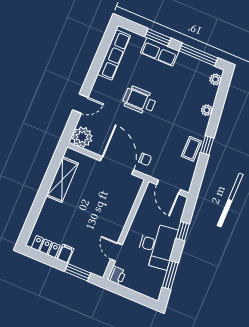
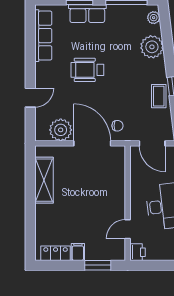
plant: (207, 110) -> (152, 47), width x1.87, depth x1.87
plant: (82, 137) -> (61, 130), moved
door: (116, 252) -> (128, 229), hinge flipped

